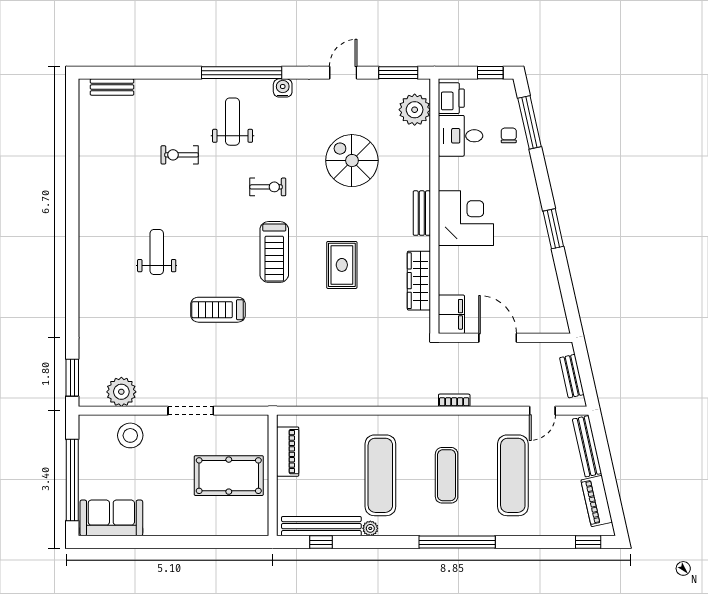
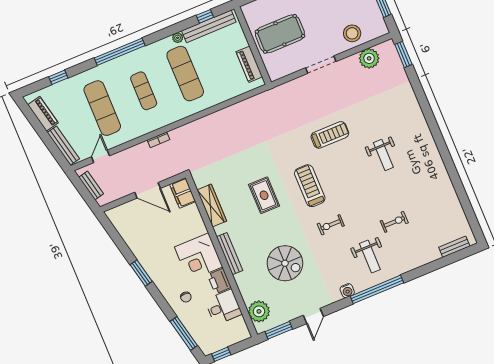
printer: (451, 98) -> (219, 281), moved
chair: (509, 135) -> (186, 297), moved
bench: (422, 213) -> (230, 254), width x1.36
window: (588, 542) -> (58, 77), moved

